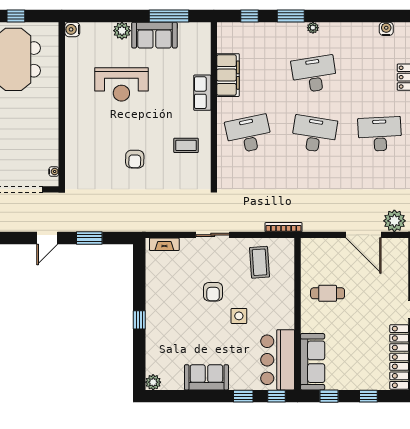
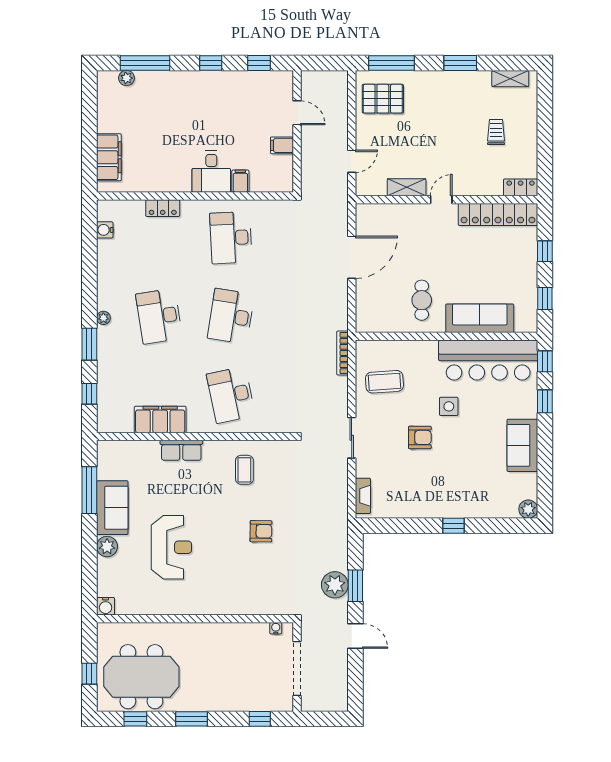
plant: (394, 221) -> (335, 585), moved
bar counter: (278, 360) -> (488, 360), width x1.36
sofa: (313, 362) -> (480, 318), moved

